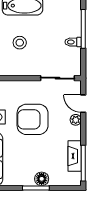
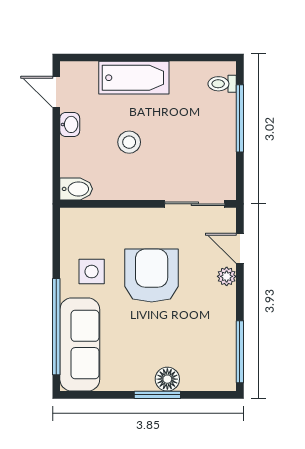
toilet: (73, 42) -> (222, 84), moved
armchair: (33, 119) -> (152, 276), turned 90
fireplace: (75, 156) -> (225, 339), removed

